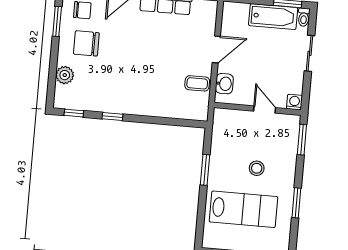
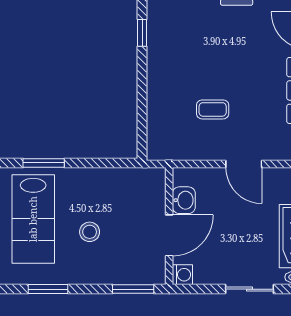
coffee table: (197, 83) -> (213, 109), moved, turned 90
washbasin: (224, 84) -> (184, 200), moved, turned -90
door: (265, 109) -> (169, 235), width x1.38
window: (205, 170) -> (44, 163), moved

